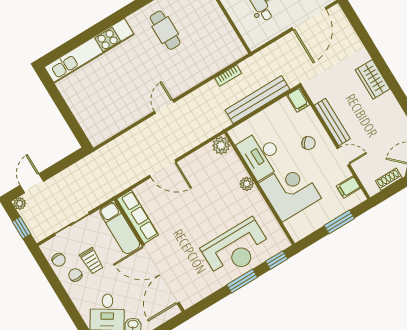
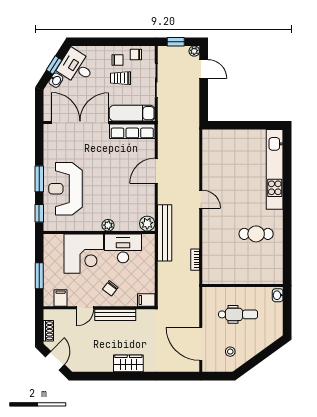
bench: (257, 100) -> (165, 233), moved

